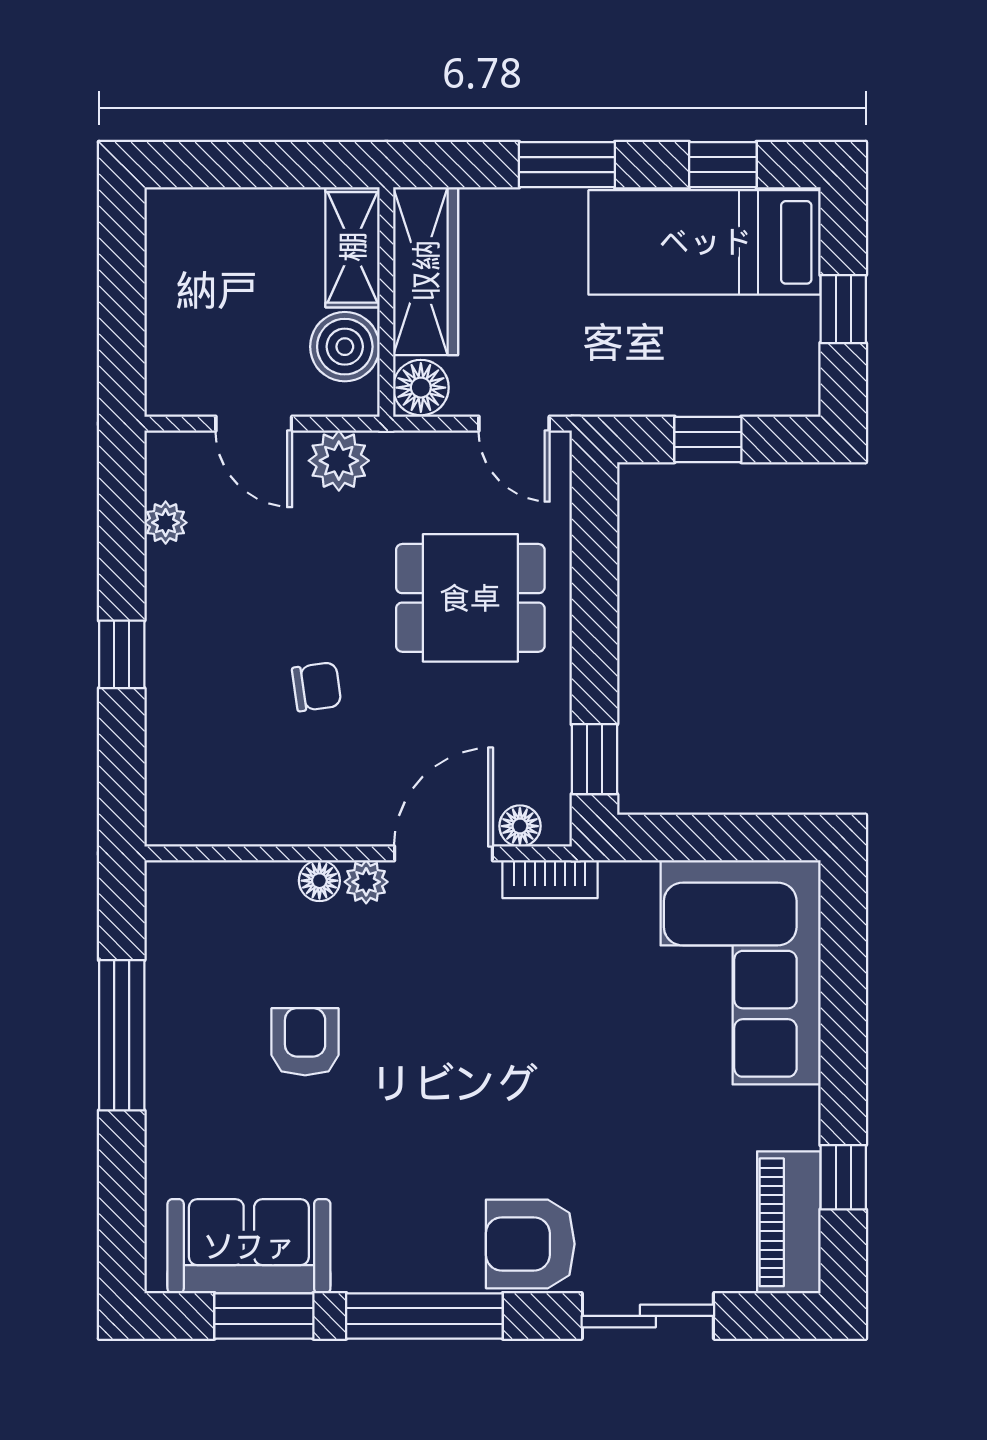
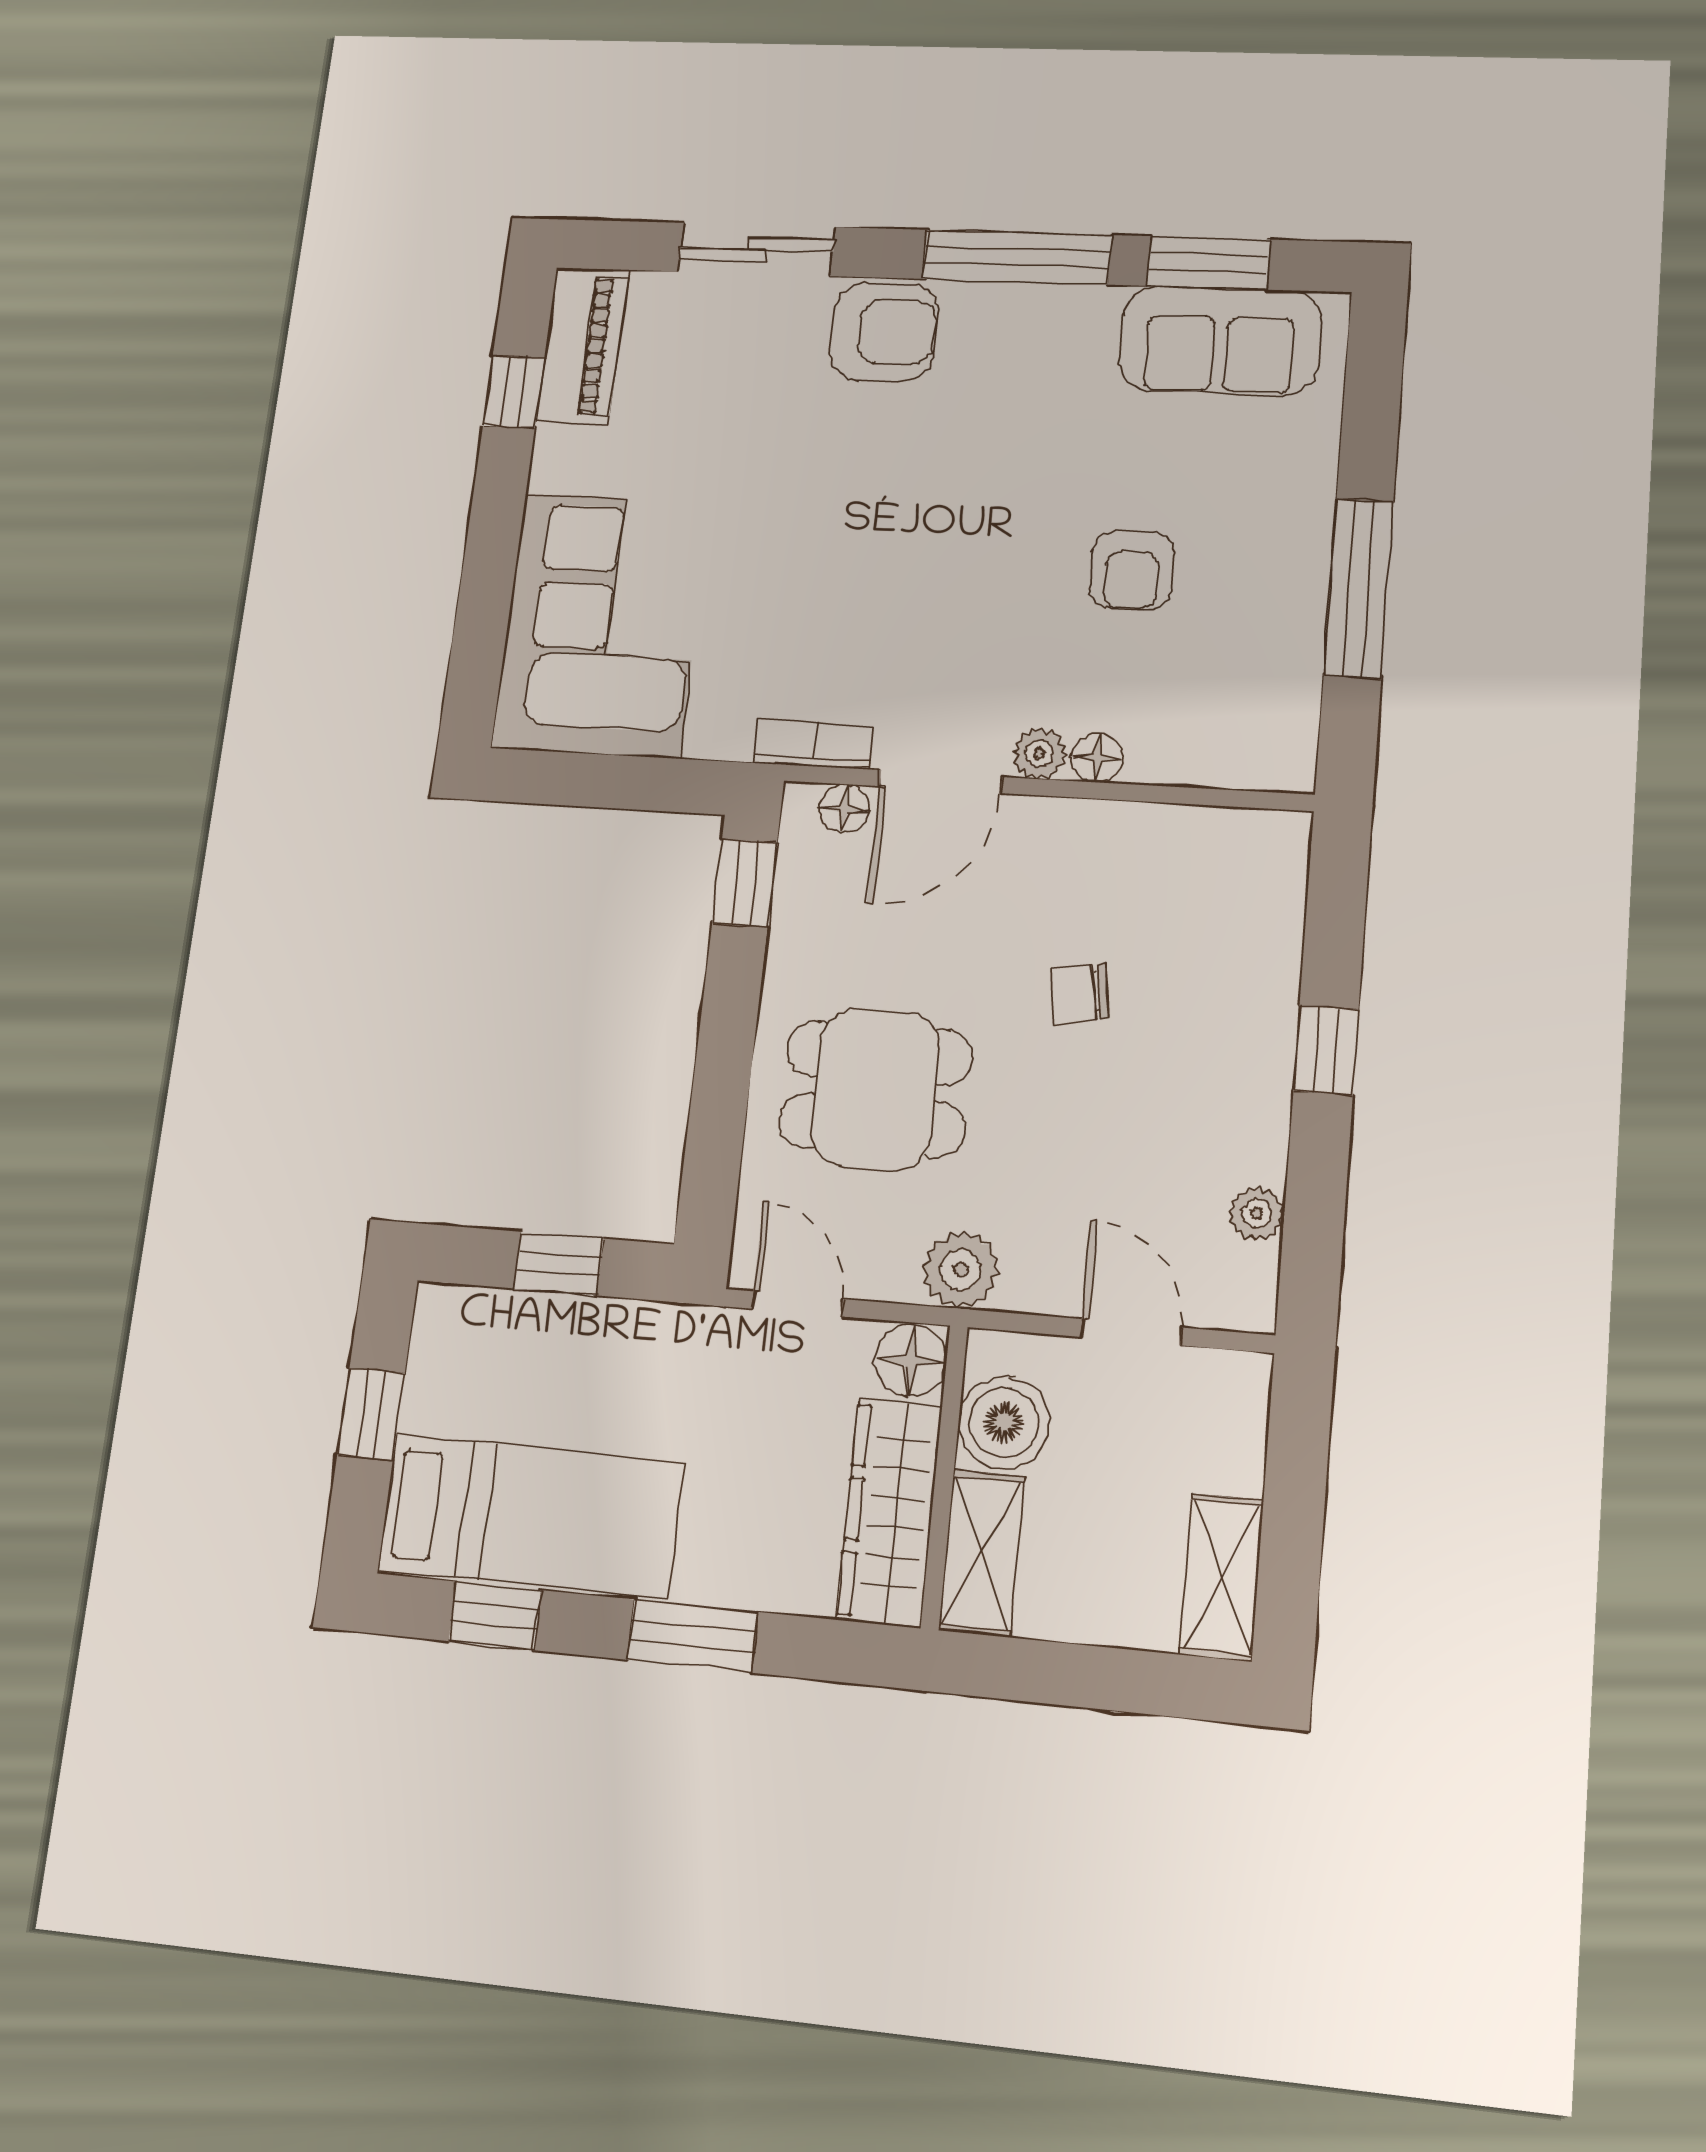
shelving: (171, 247) -> (1222, 1577), added
plant: (339, 461) -> (961, 1270), moved

